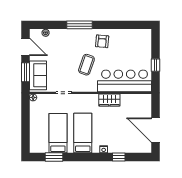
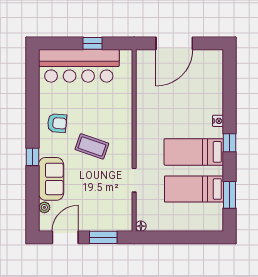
window: (79, 25) -> (33, 157), width x0.46
sofa: (38, 75) -> (51, 179), moved, turned 90
bar counter: (125, 81) -> (79, 66), moved, turned -90
wardrobe: (109, 100) -> (145, 112), removed
door: (156, 130) -> (174, 43), moved
window: (119, 157) -> (230, 143), moved

